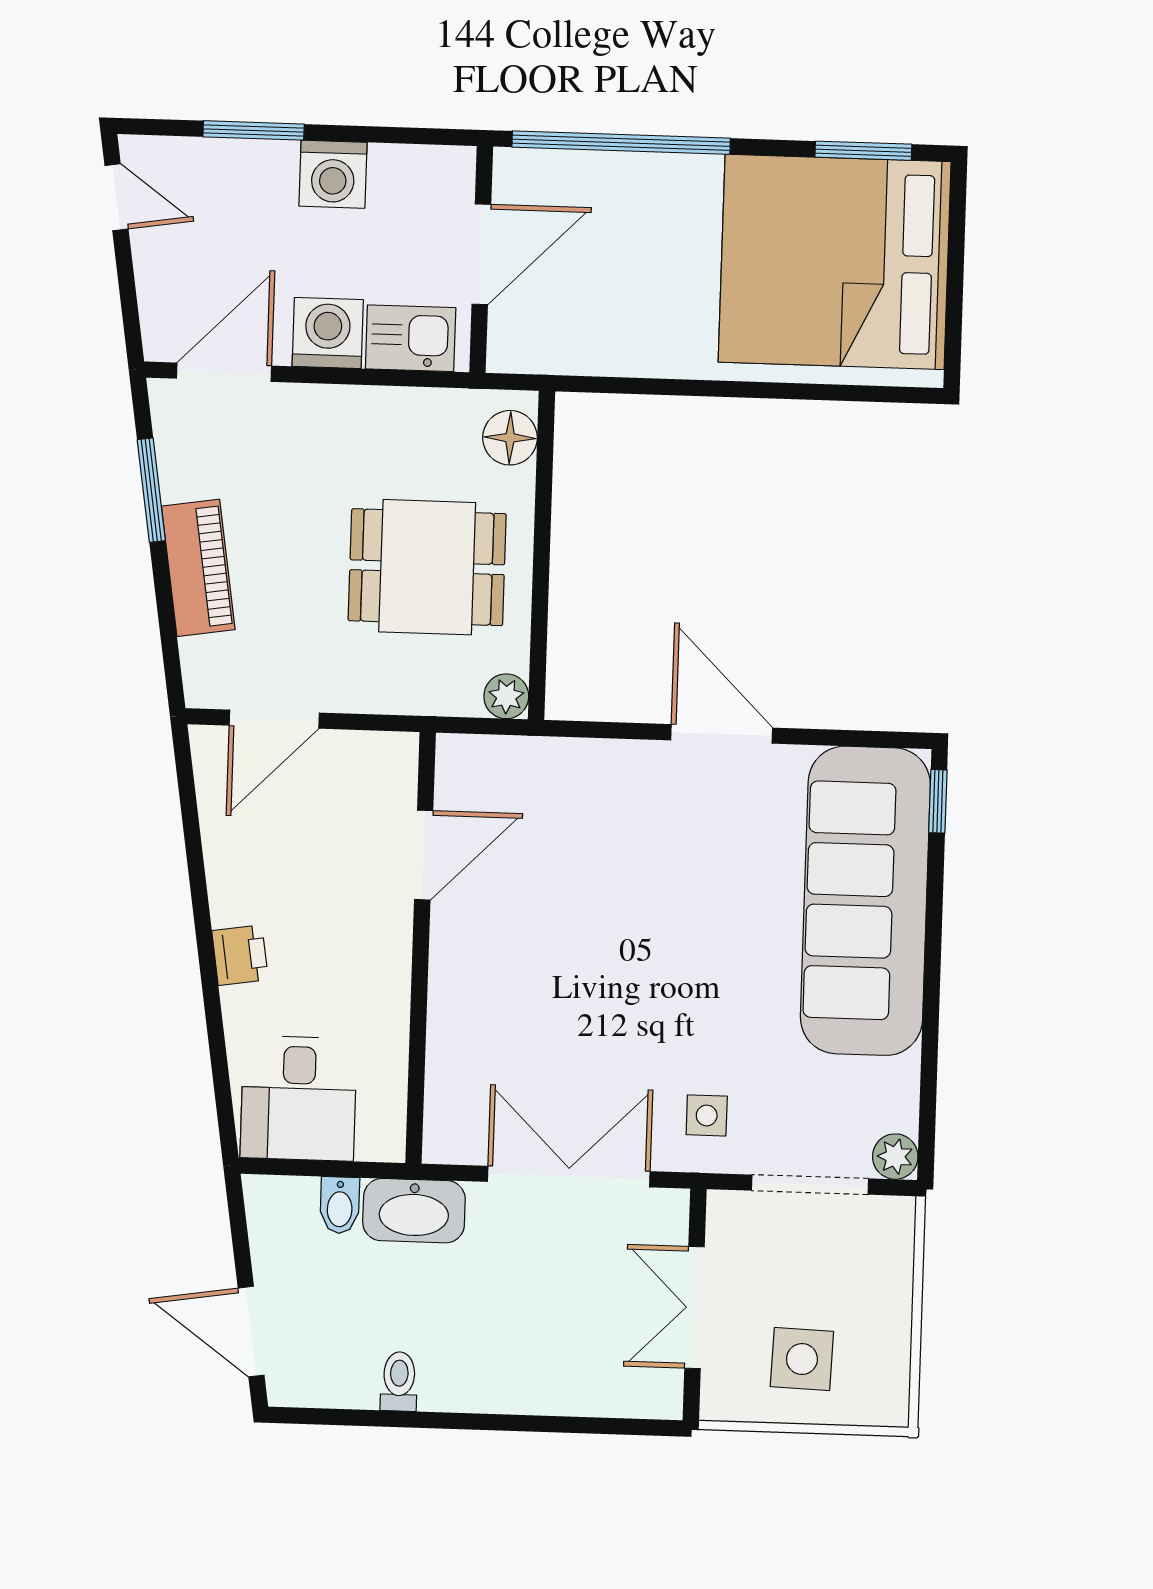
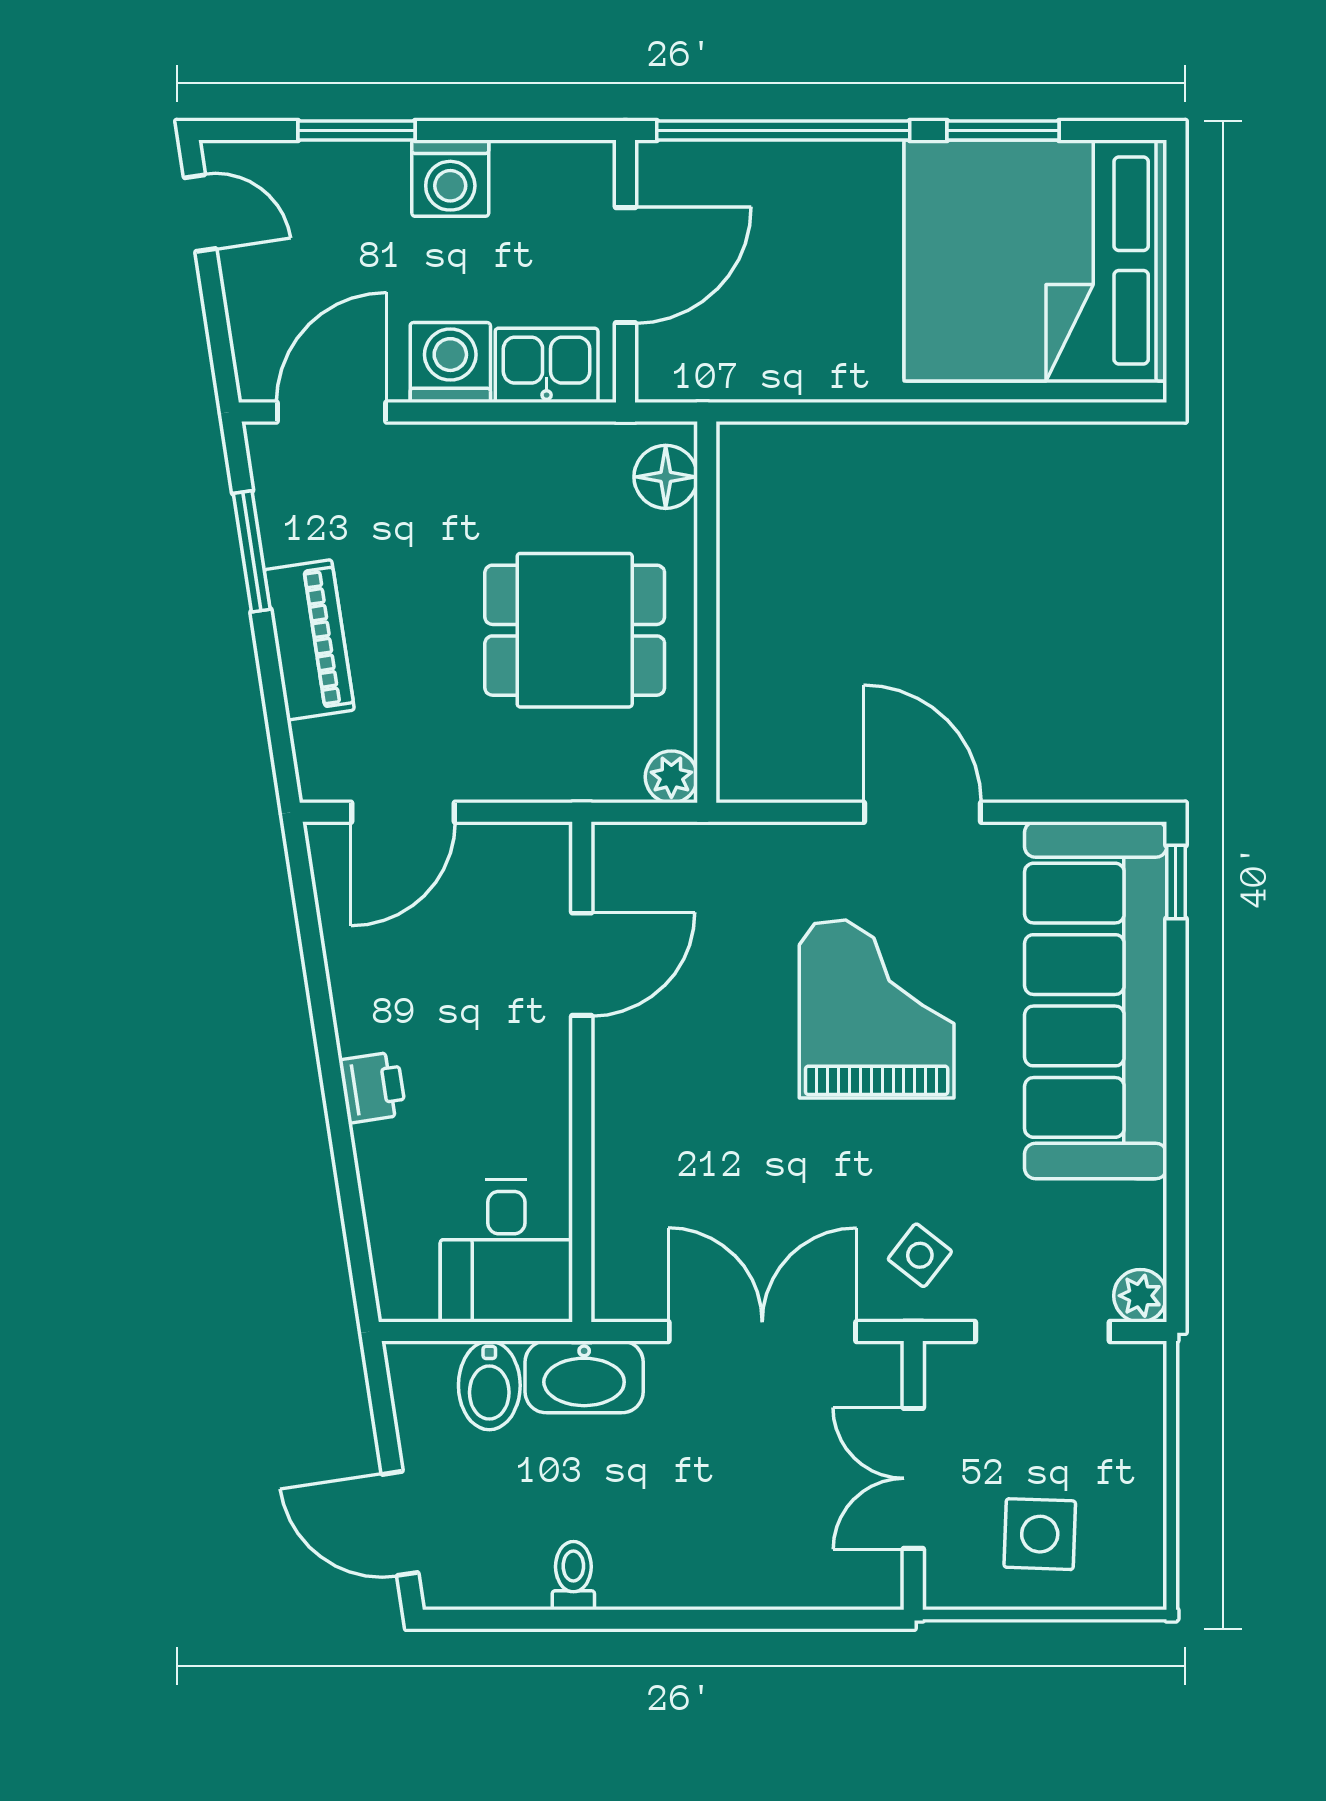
window: (863, 151) -> (1003, 130), moved
grand piano: (676, 902) -> (877, 1009), added
desk: (299, 1098) -> (506, 1251), moved
side table: (707, 1115) -> (920, 1255), turned 38
bidet: (340, 1205) -> (489, 1385), width x1.38, depth x1.36

